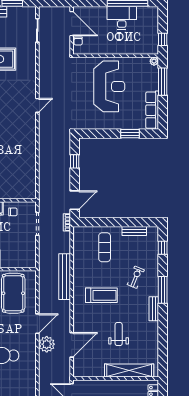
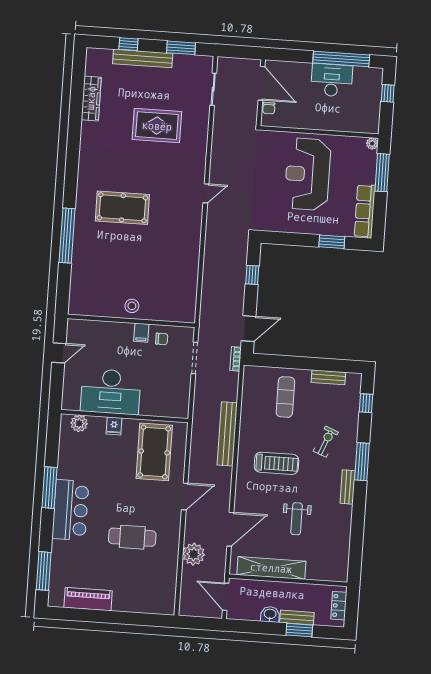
window: (163, 39) -> (388, 93), moved
reception desk: (109, 86) -> (308, 174), turned 180
weight bench: (119, 334) -> (297, 519), turned 180
plant: (47, 344) -> (194, 554), moved
shelving: (129, 371) -> (271, 568), moved

